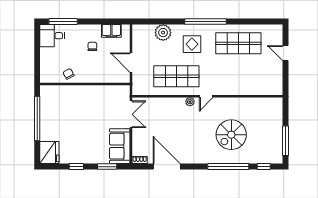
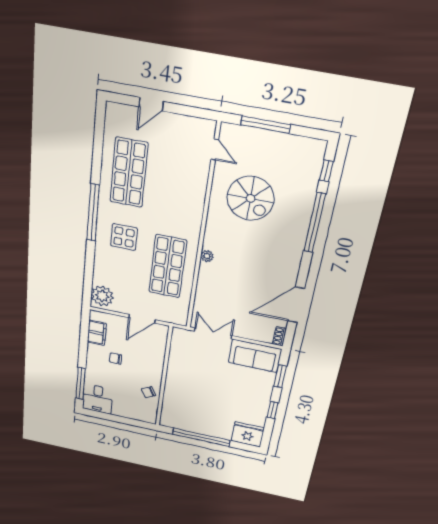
plant: (163, 33) -> (102, 296), moved
door: (206, 96) -> (215, 150), moved
spiral stairs: (231, 135) -> (251, 198), moved
window: (286, 141) -> (266, 125), moved

